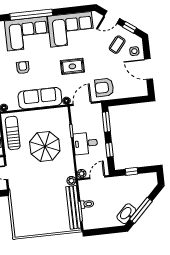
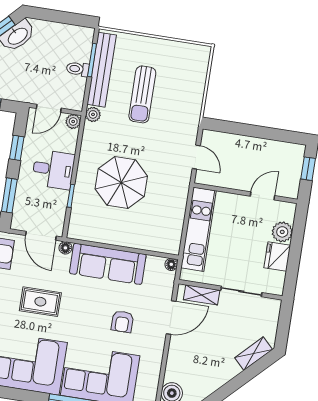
door: (82, 104) -> (41, 236), hinge flipped
sun lounger: (13, 133) -> (142, 94), moved

